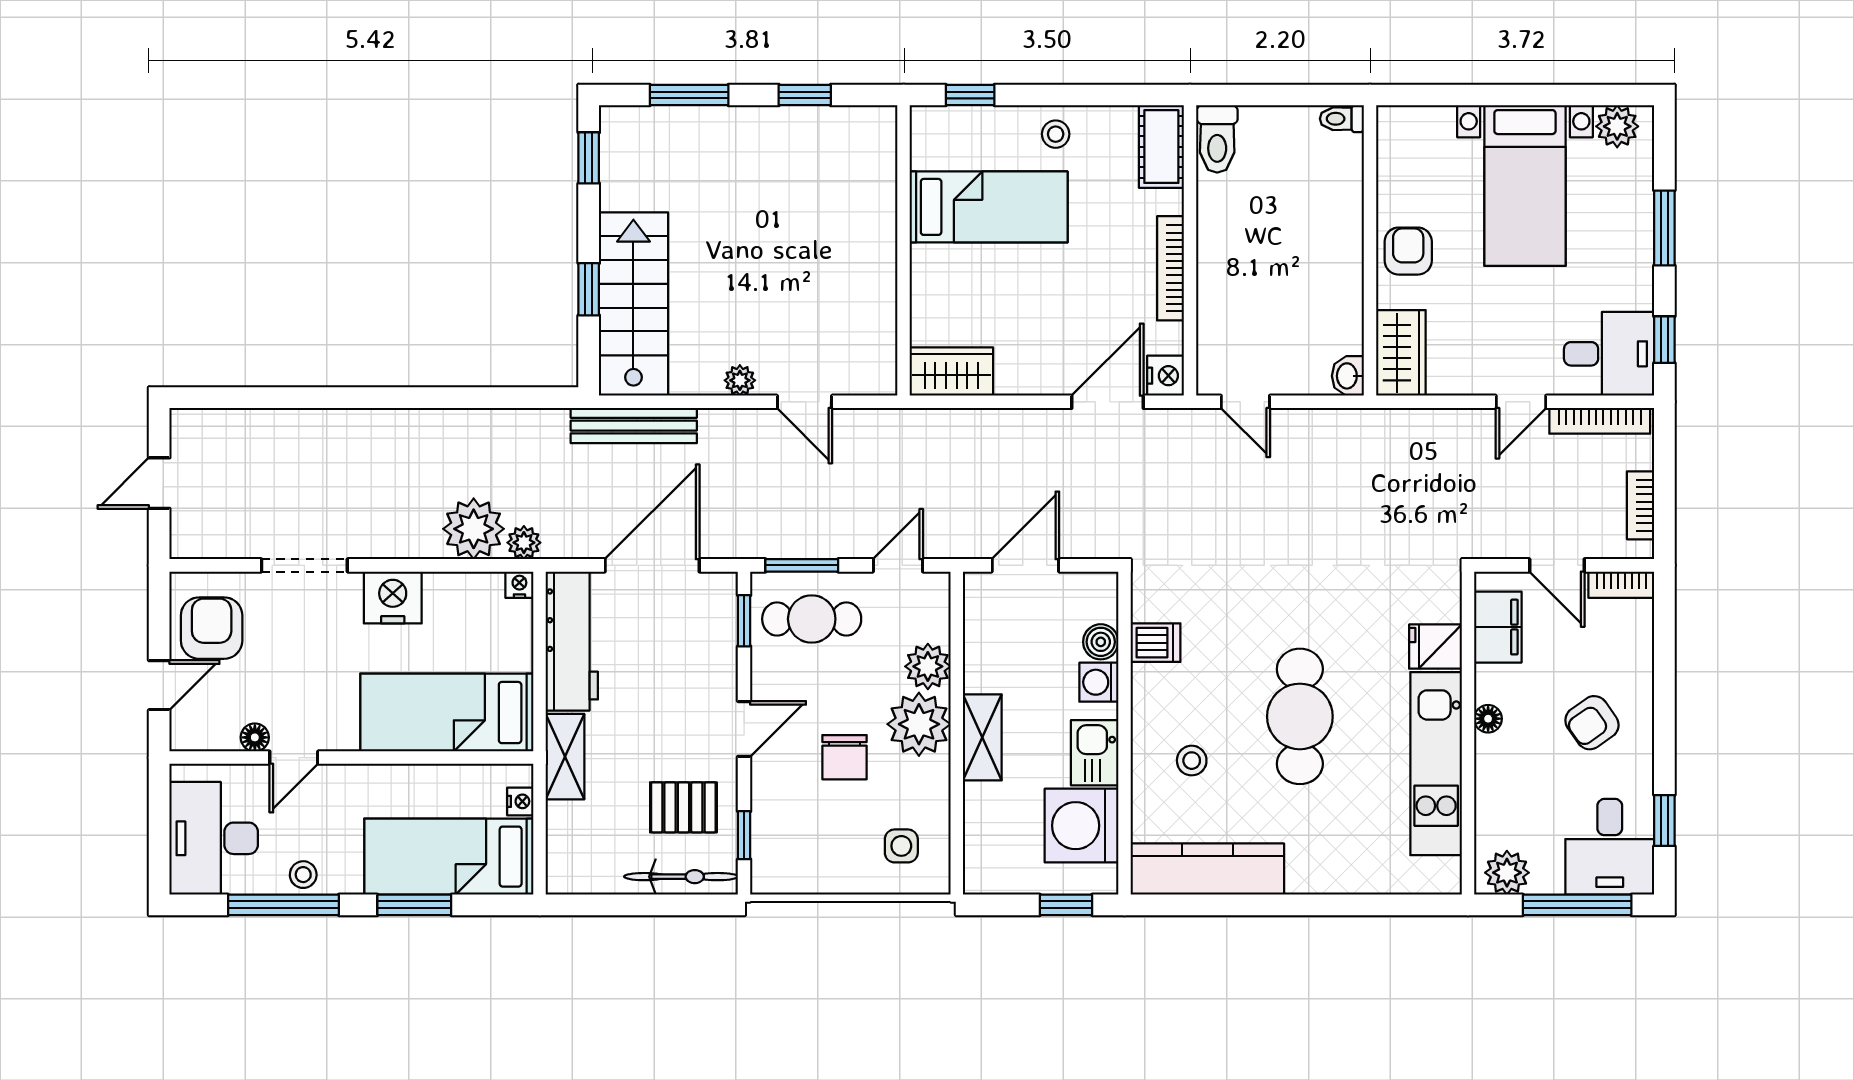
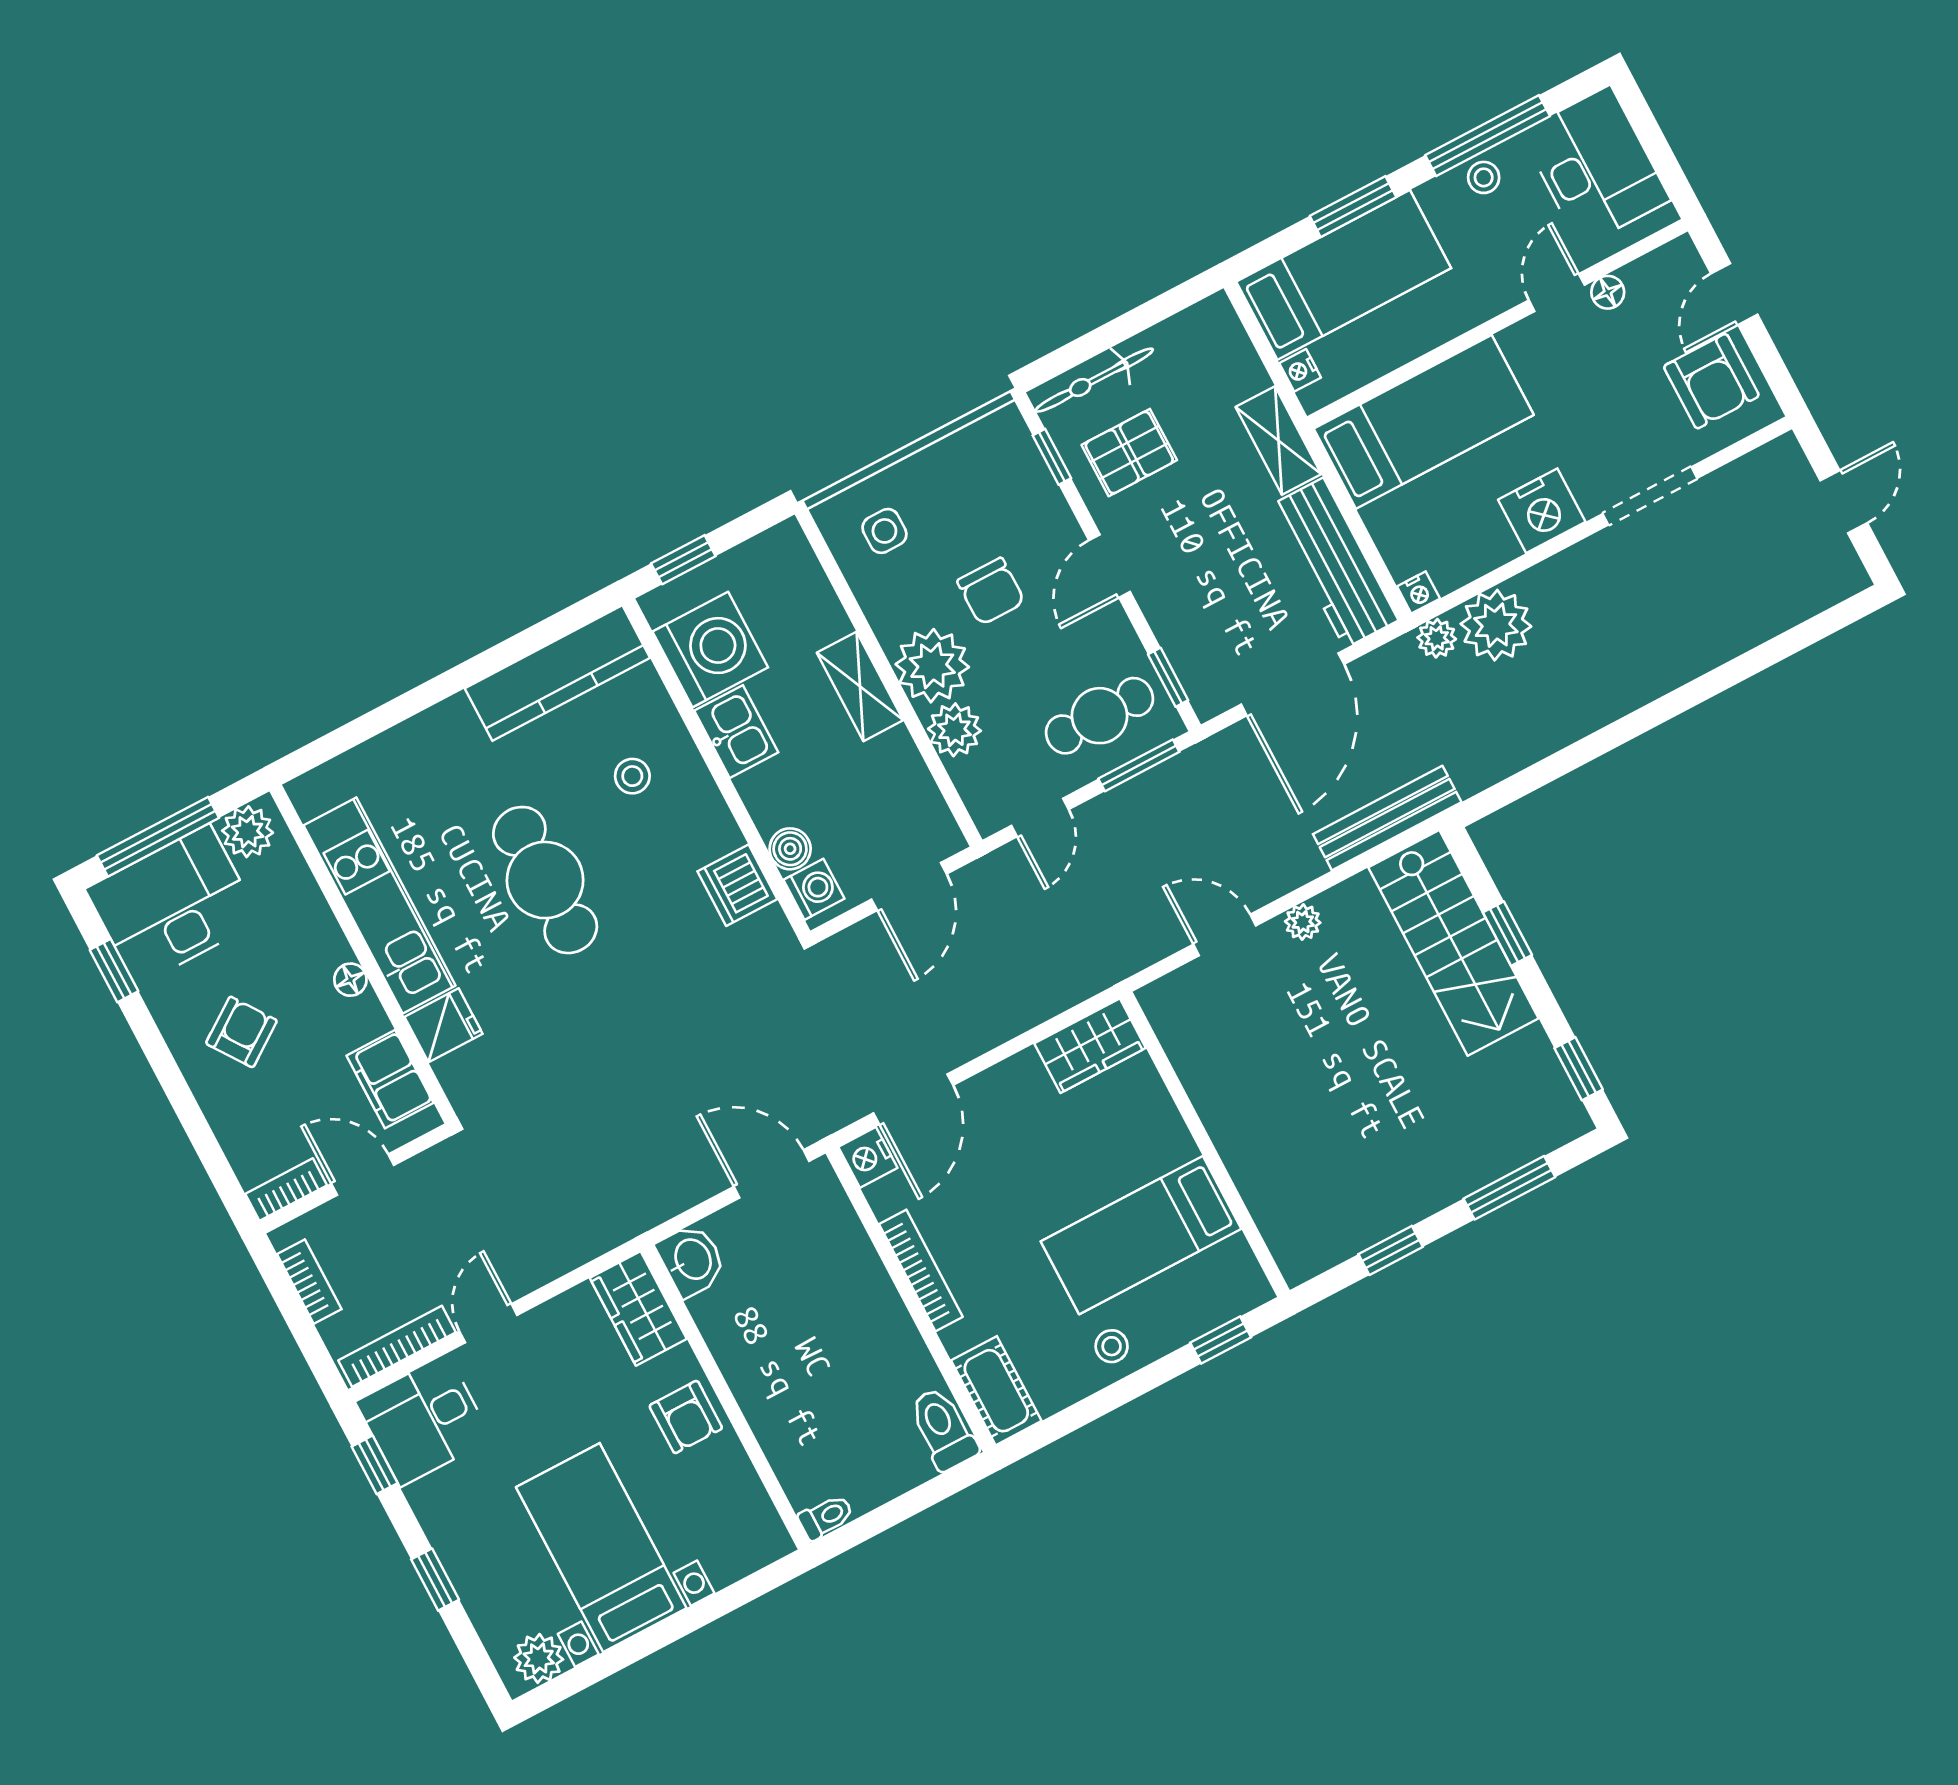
window: (1664, 228) -> (435, 1580), width x0.67
washbasin: (1348, 376) -> (692, 1260), width x1.38, depth x1.45
door: (1245, 402) -> (772, 1174), width x1.38
dishwasher: (1156, 643) -> (737, 885), width x1.38
washing machine: (1099, 682) -> (814, 889), moved
chair: (844, 757) -> (991, 591), turned 180
desk: (1610, 847) -> (173, 905), width x1.37

